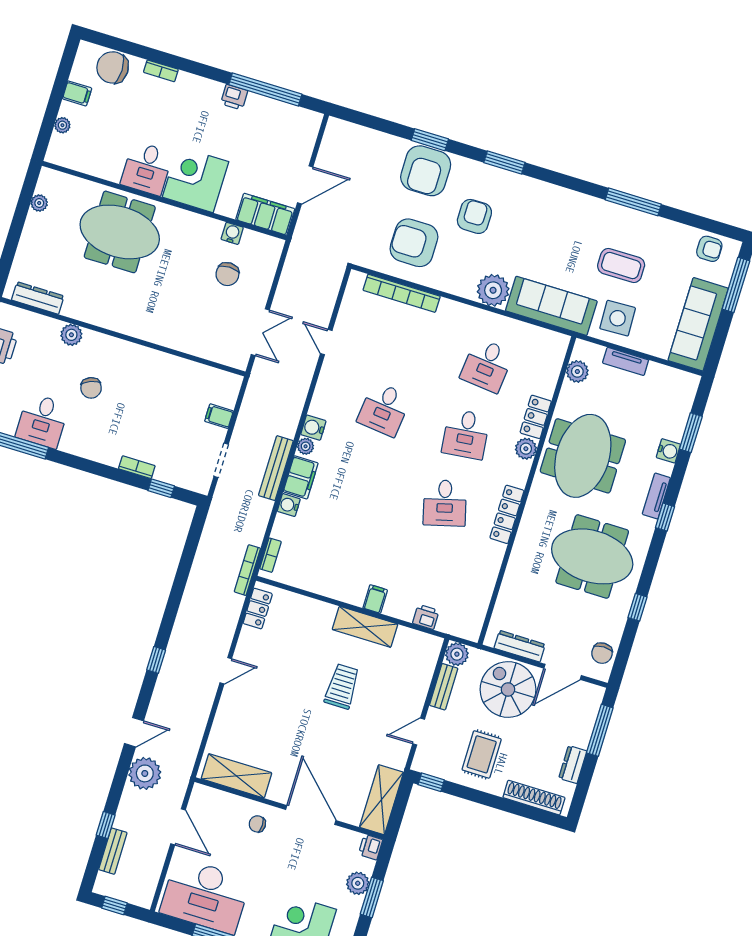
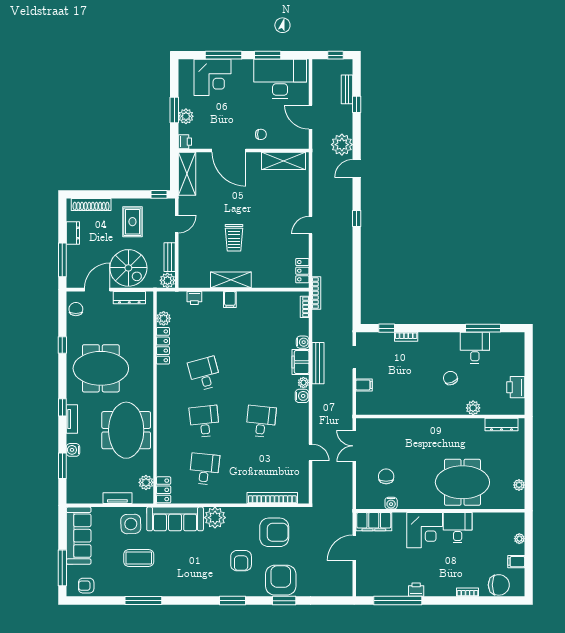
locker: (536, 417) -> (164, 490), moved
plant: (526, 449) -> (164, 318), moved
locker: (507, 514) -> (163, 346), moved

